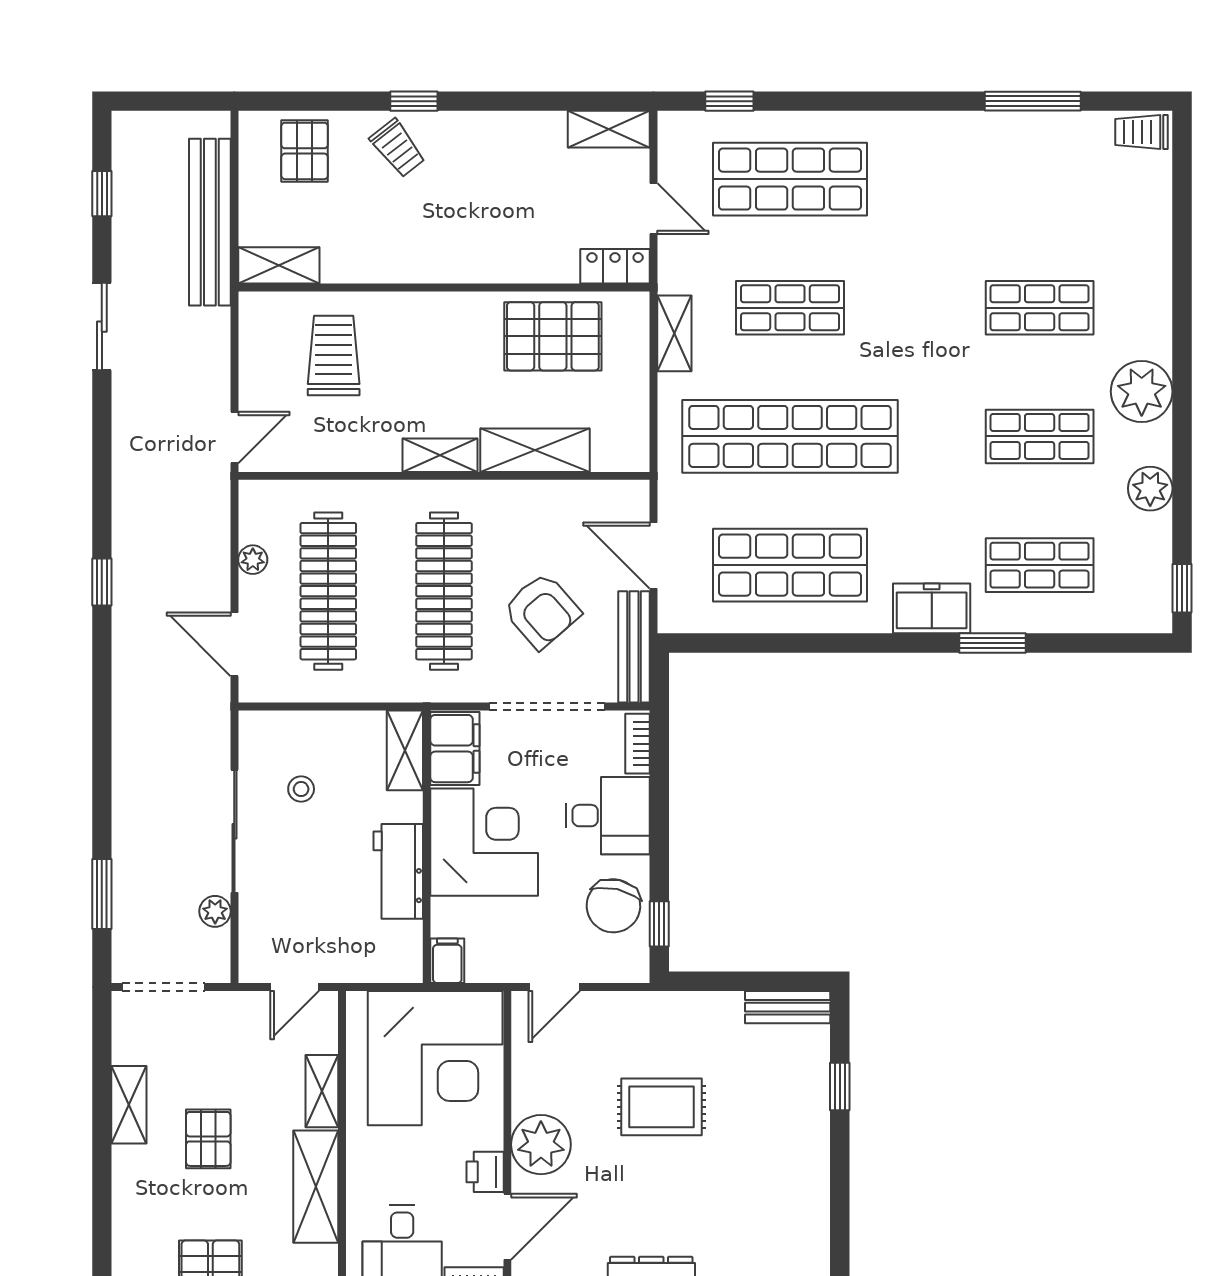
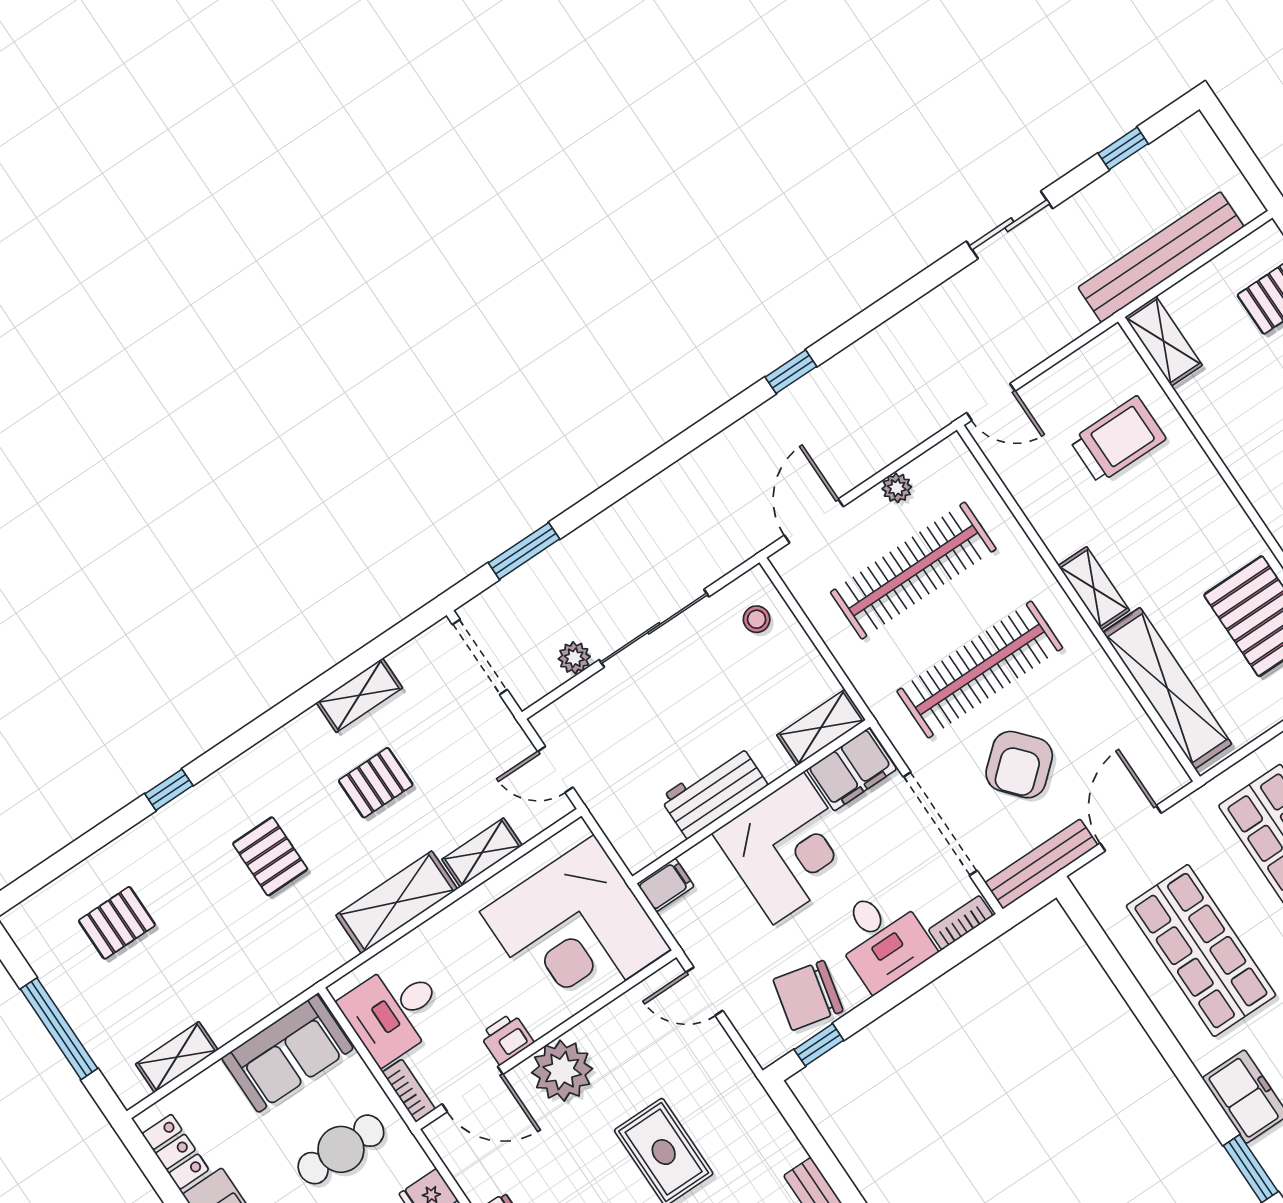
shelving: (535, 450) -> (1167, 688), width x1.47
stool: (301, 789) -> (757, 619), moved

